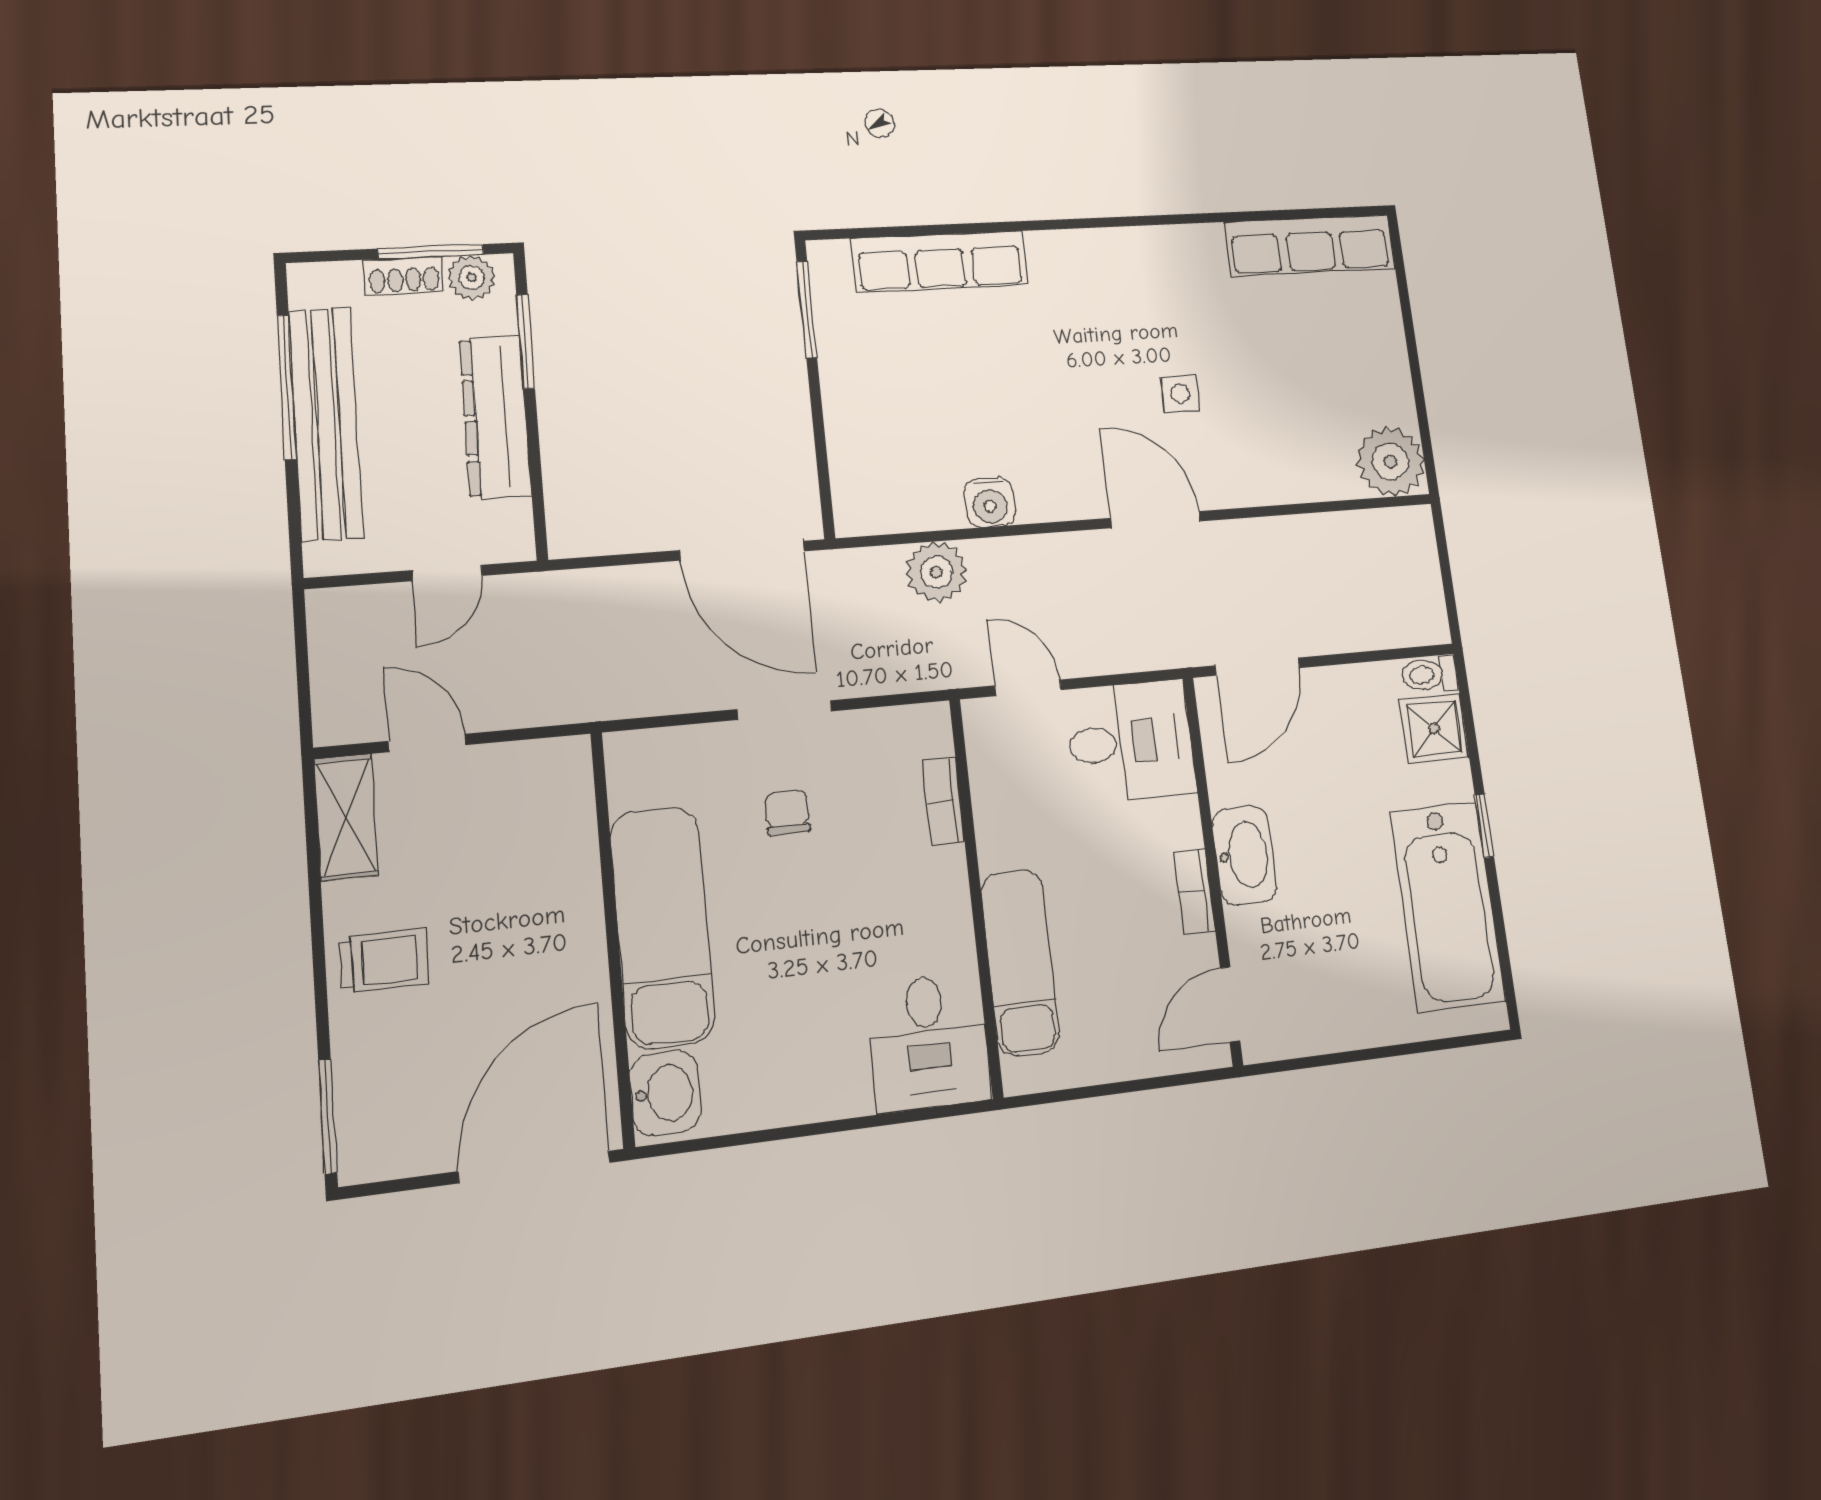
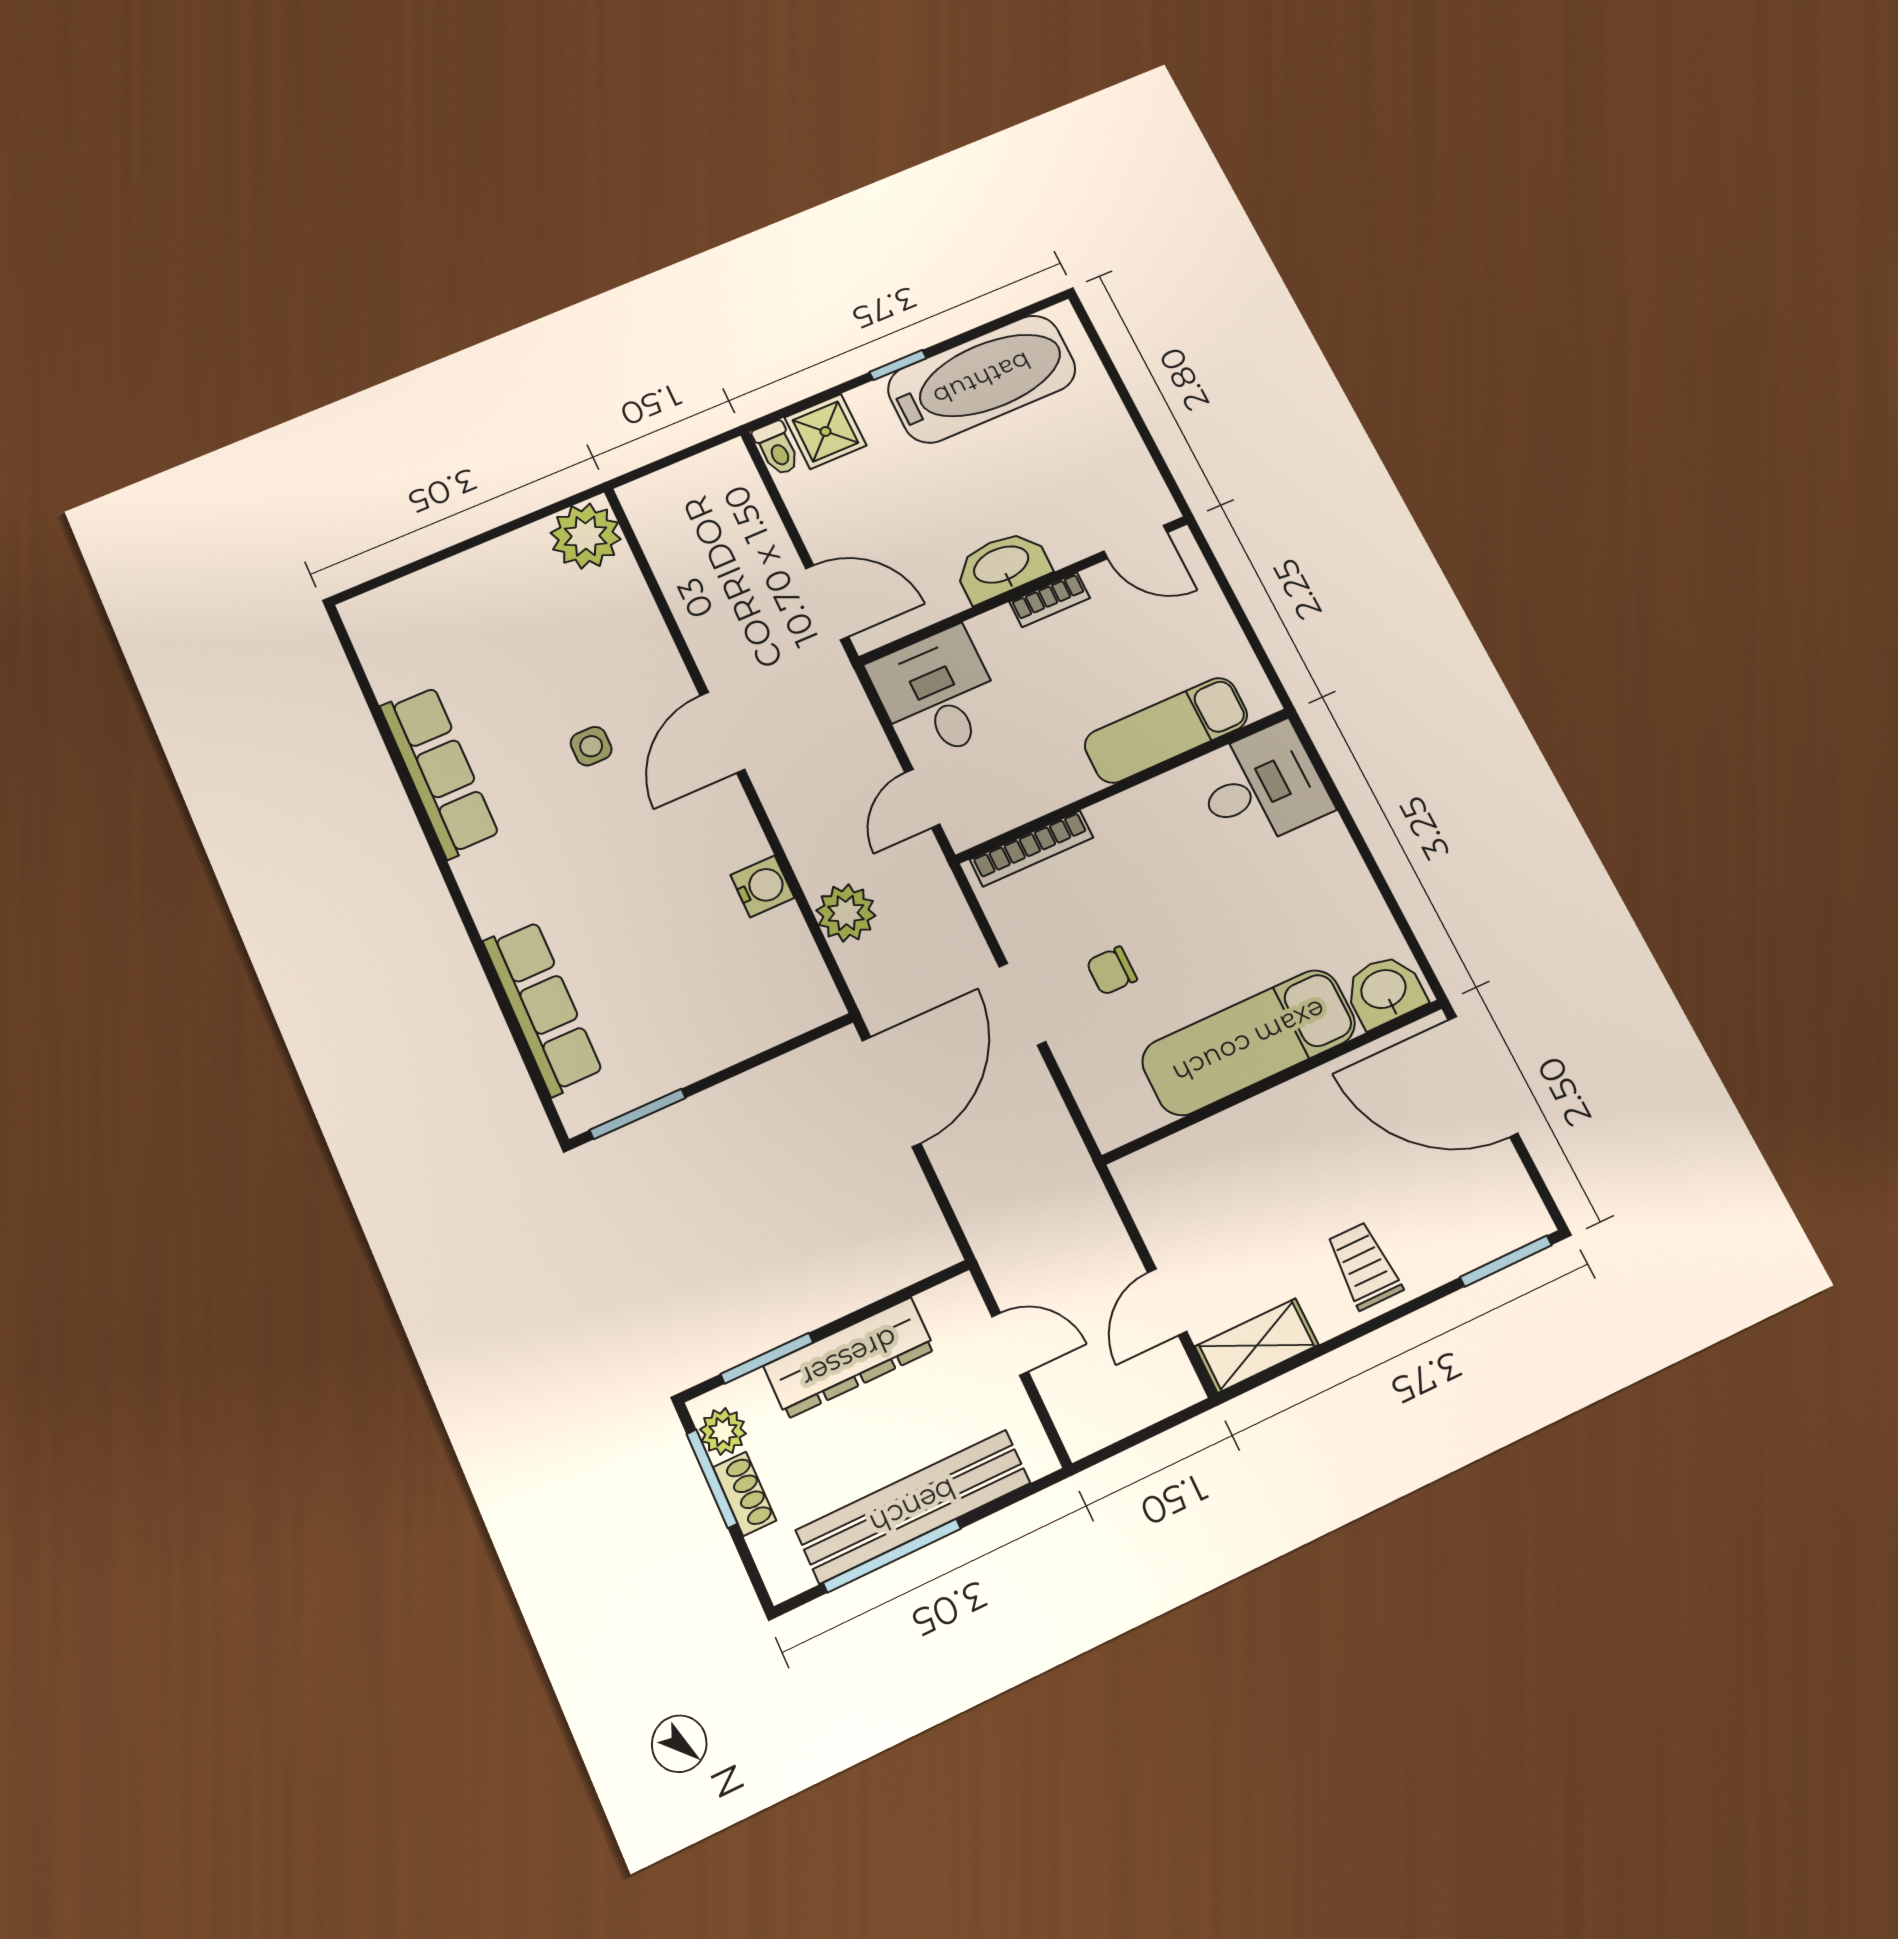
row of seats: (1310, 245) -> (440, 771), moved
bookcase: (944, 801) -> (1032, 848), width x1.56

